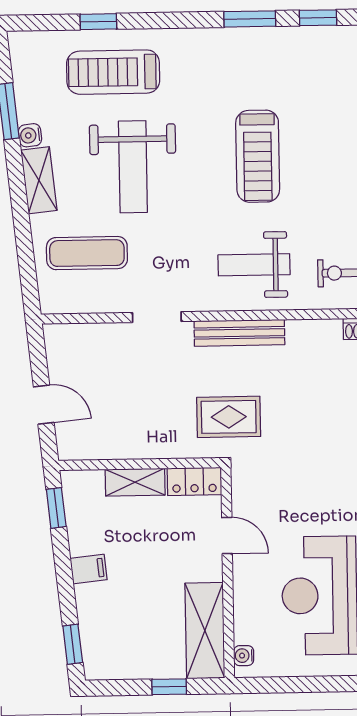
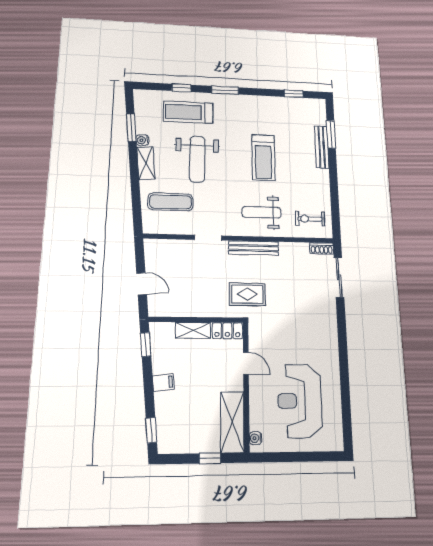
window: (250, 19) -> (225, 90), moved

